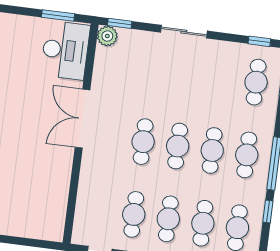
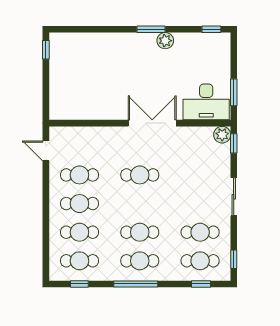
cafe table: (178, 146) -> (200, 232), moved
window: (268, 212) -> (79, 284), moved

